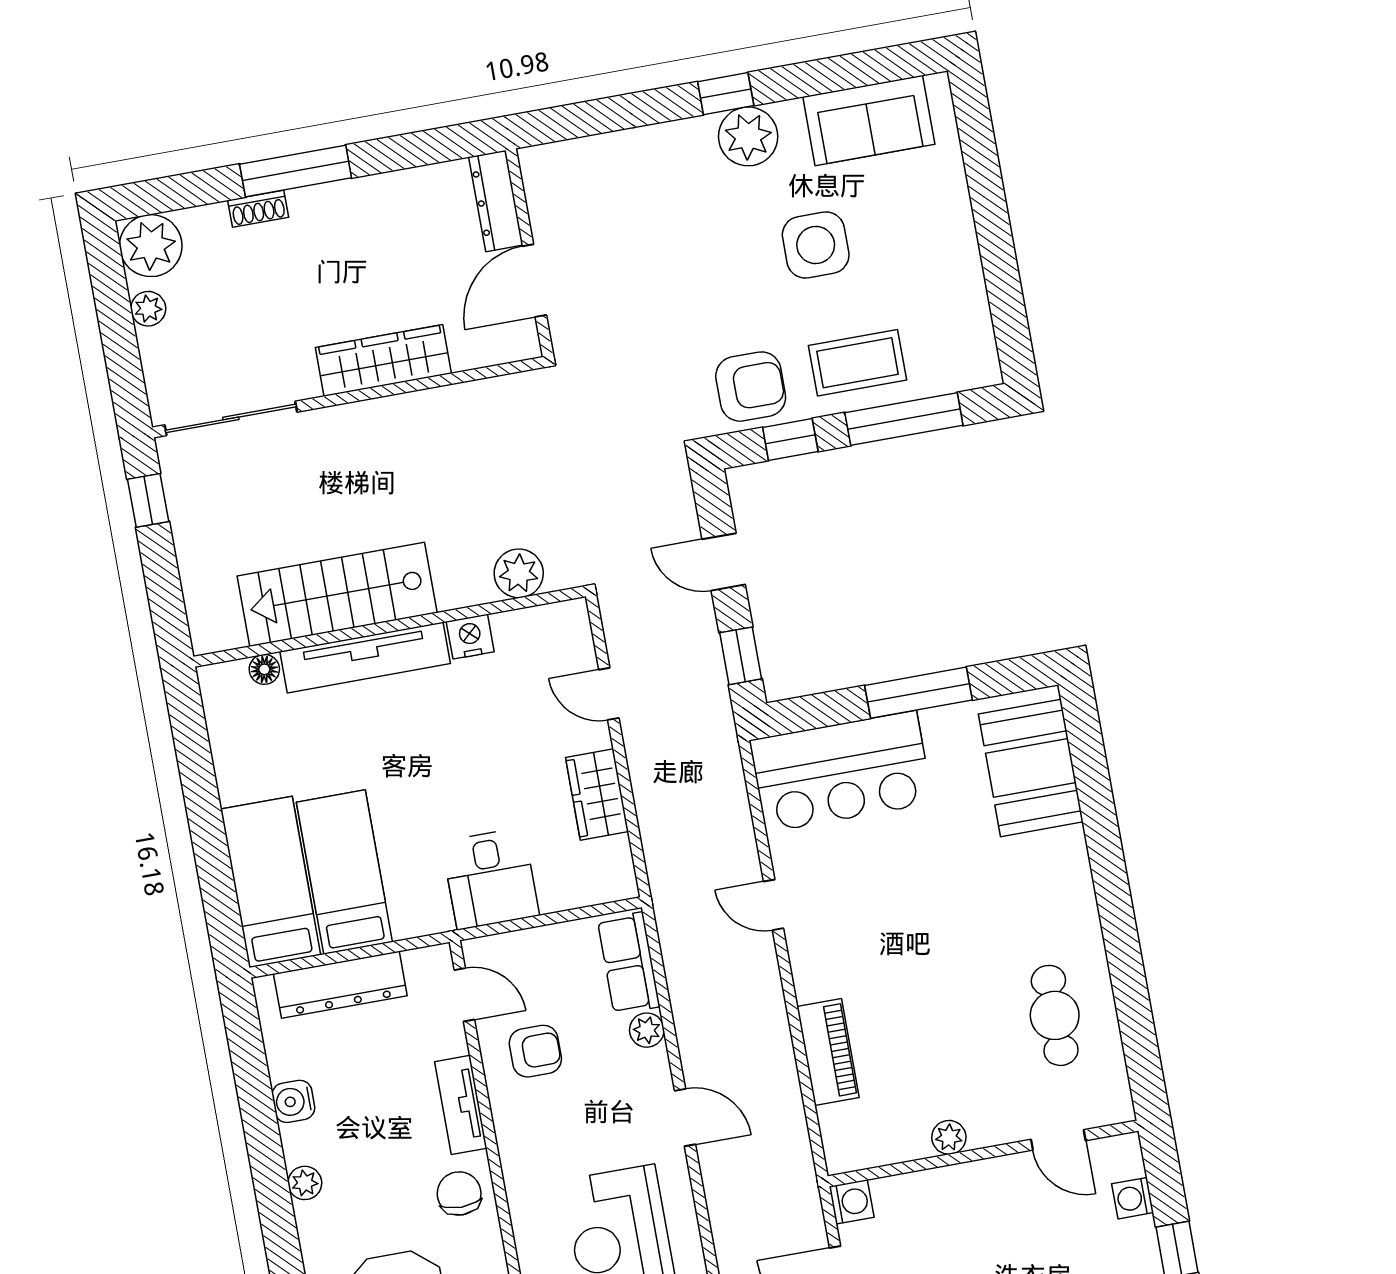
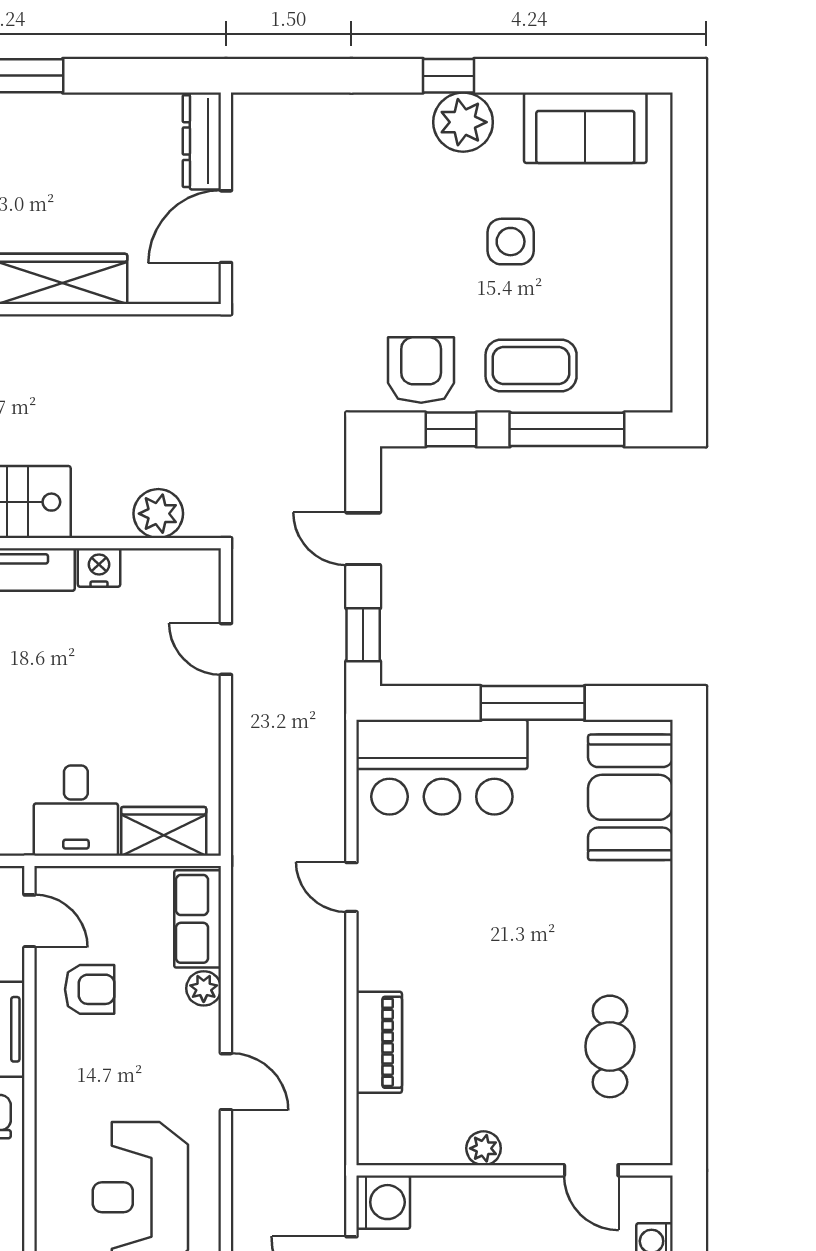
side table: (816, 245) -> (511, 242), width x0.73, depth x0.73
armchair: (751, 387) -> (421, 370), turned -90
wardrobe: (597, 795) -> (164, 831), moved, turned 90
washing machine: (852, 1202) -> (383, 1202), width x1.38, depth x1.38

